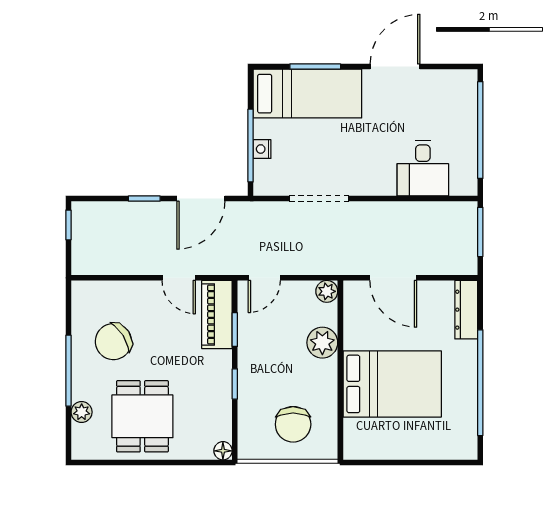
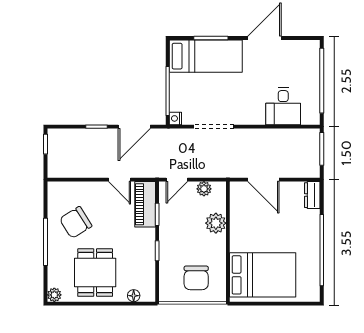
nightstand: (262, 149) -> (175, 118), moved
plant: (327, 291) -> (204, 189), moved
dresser: (466, 310) -> (312, 195), width x0.70
bed: (392, 384) -> (263, 275), moved
plant: (82, 412) -> (54, 295), moved
floor lamp: (223, 451) -> (134, 296), moved

